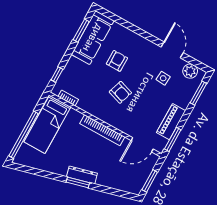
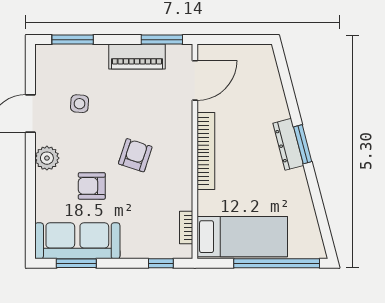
plant: (190, 71) -> (47, 158), moved
door: (142, 145) -> (195, 80), hinge flipped
window: (150, 181) -> (242, 40), removed

